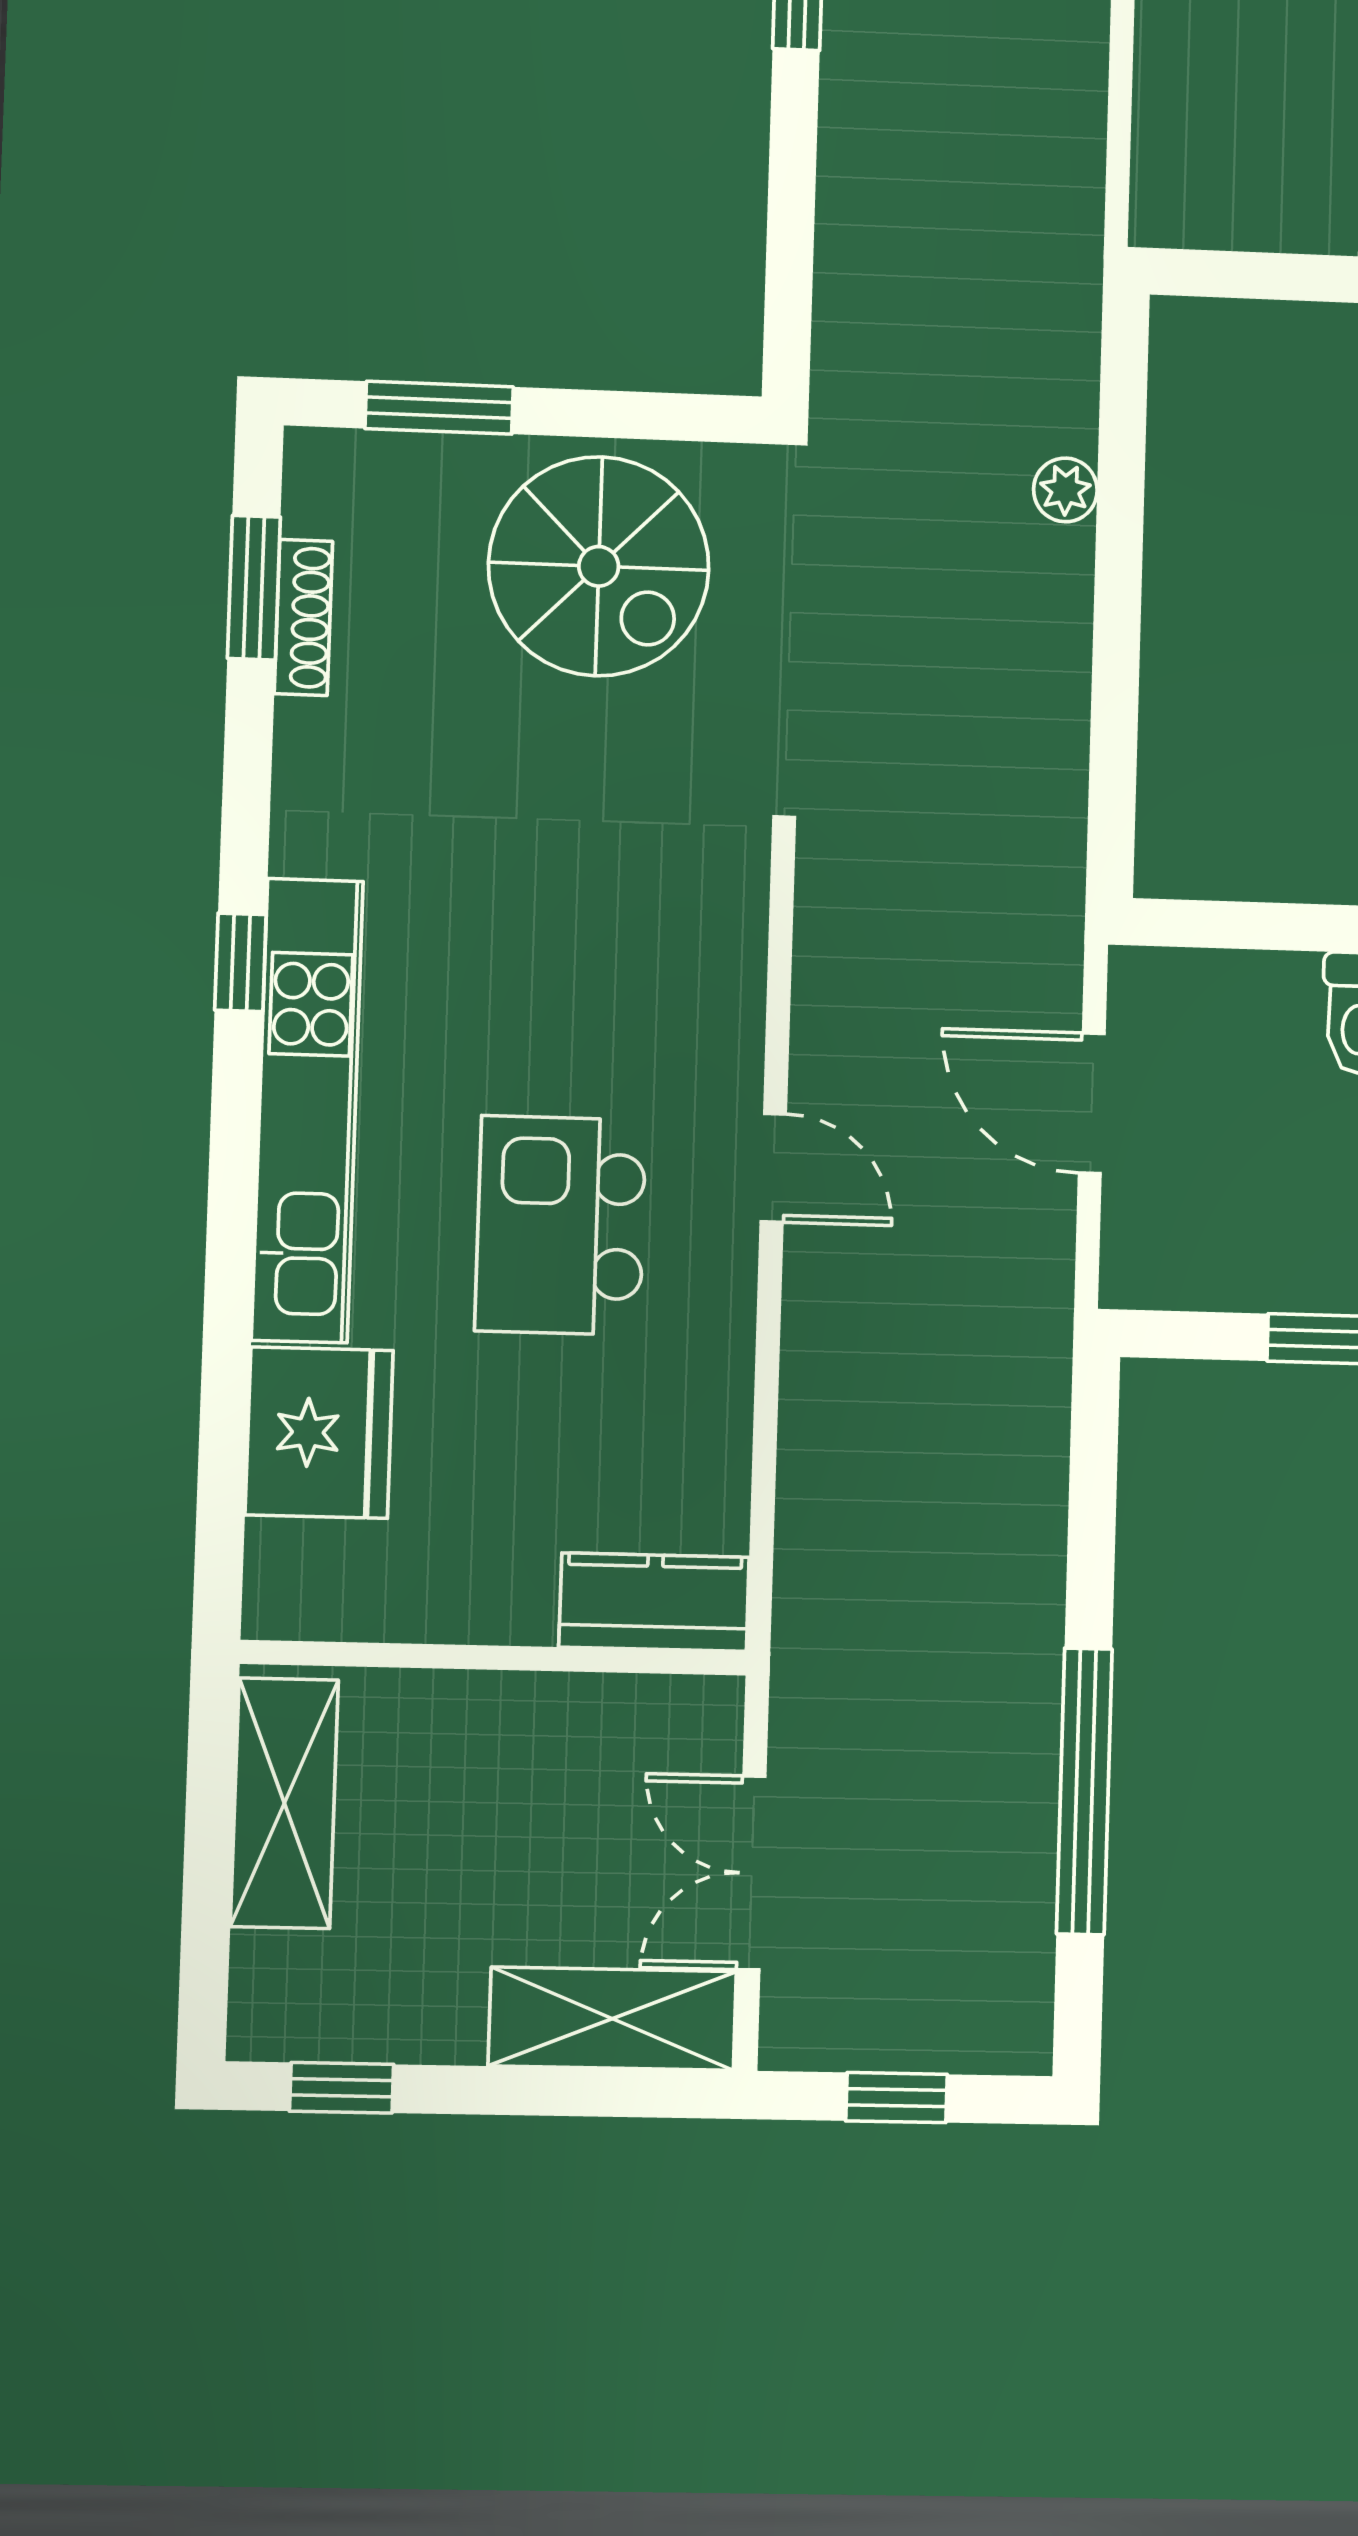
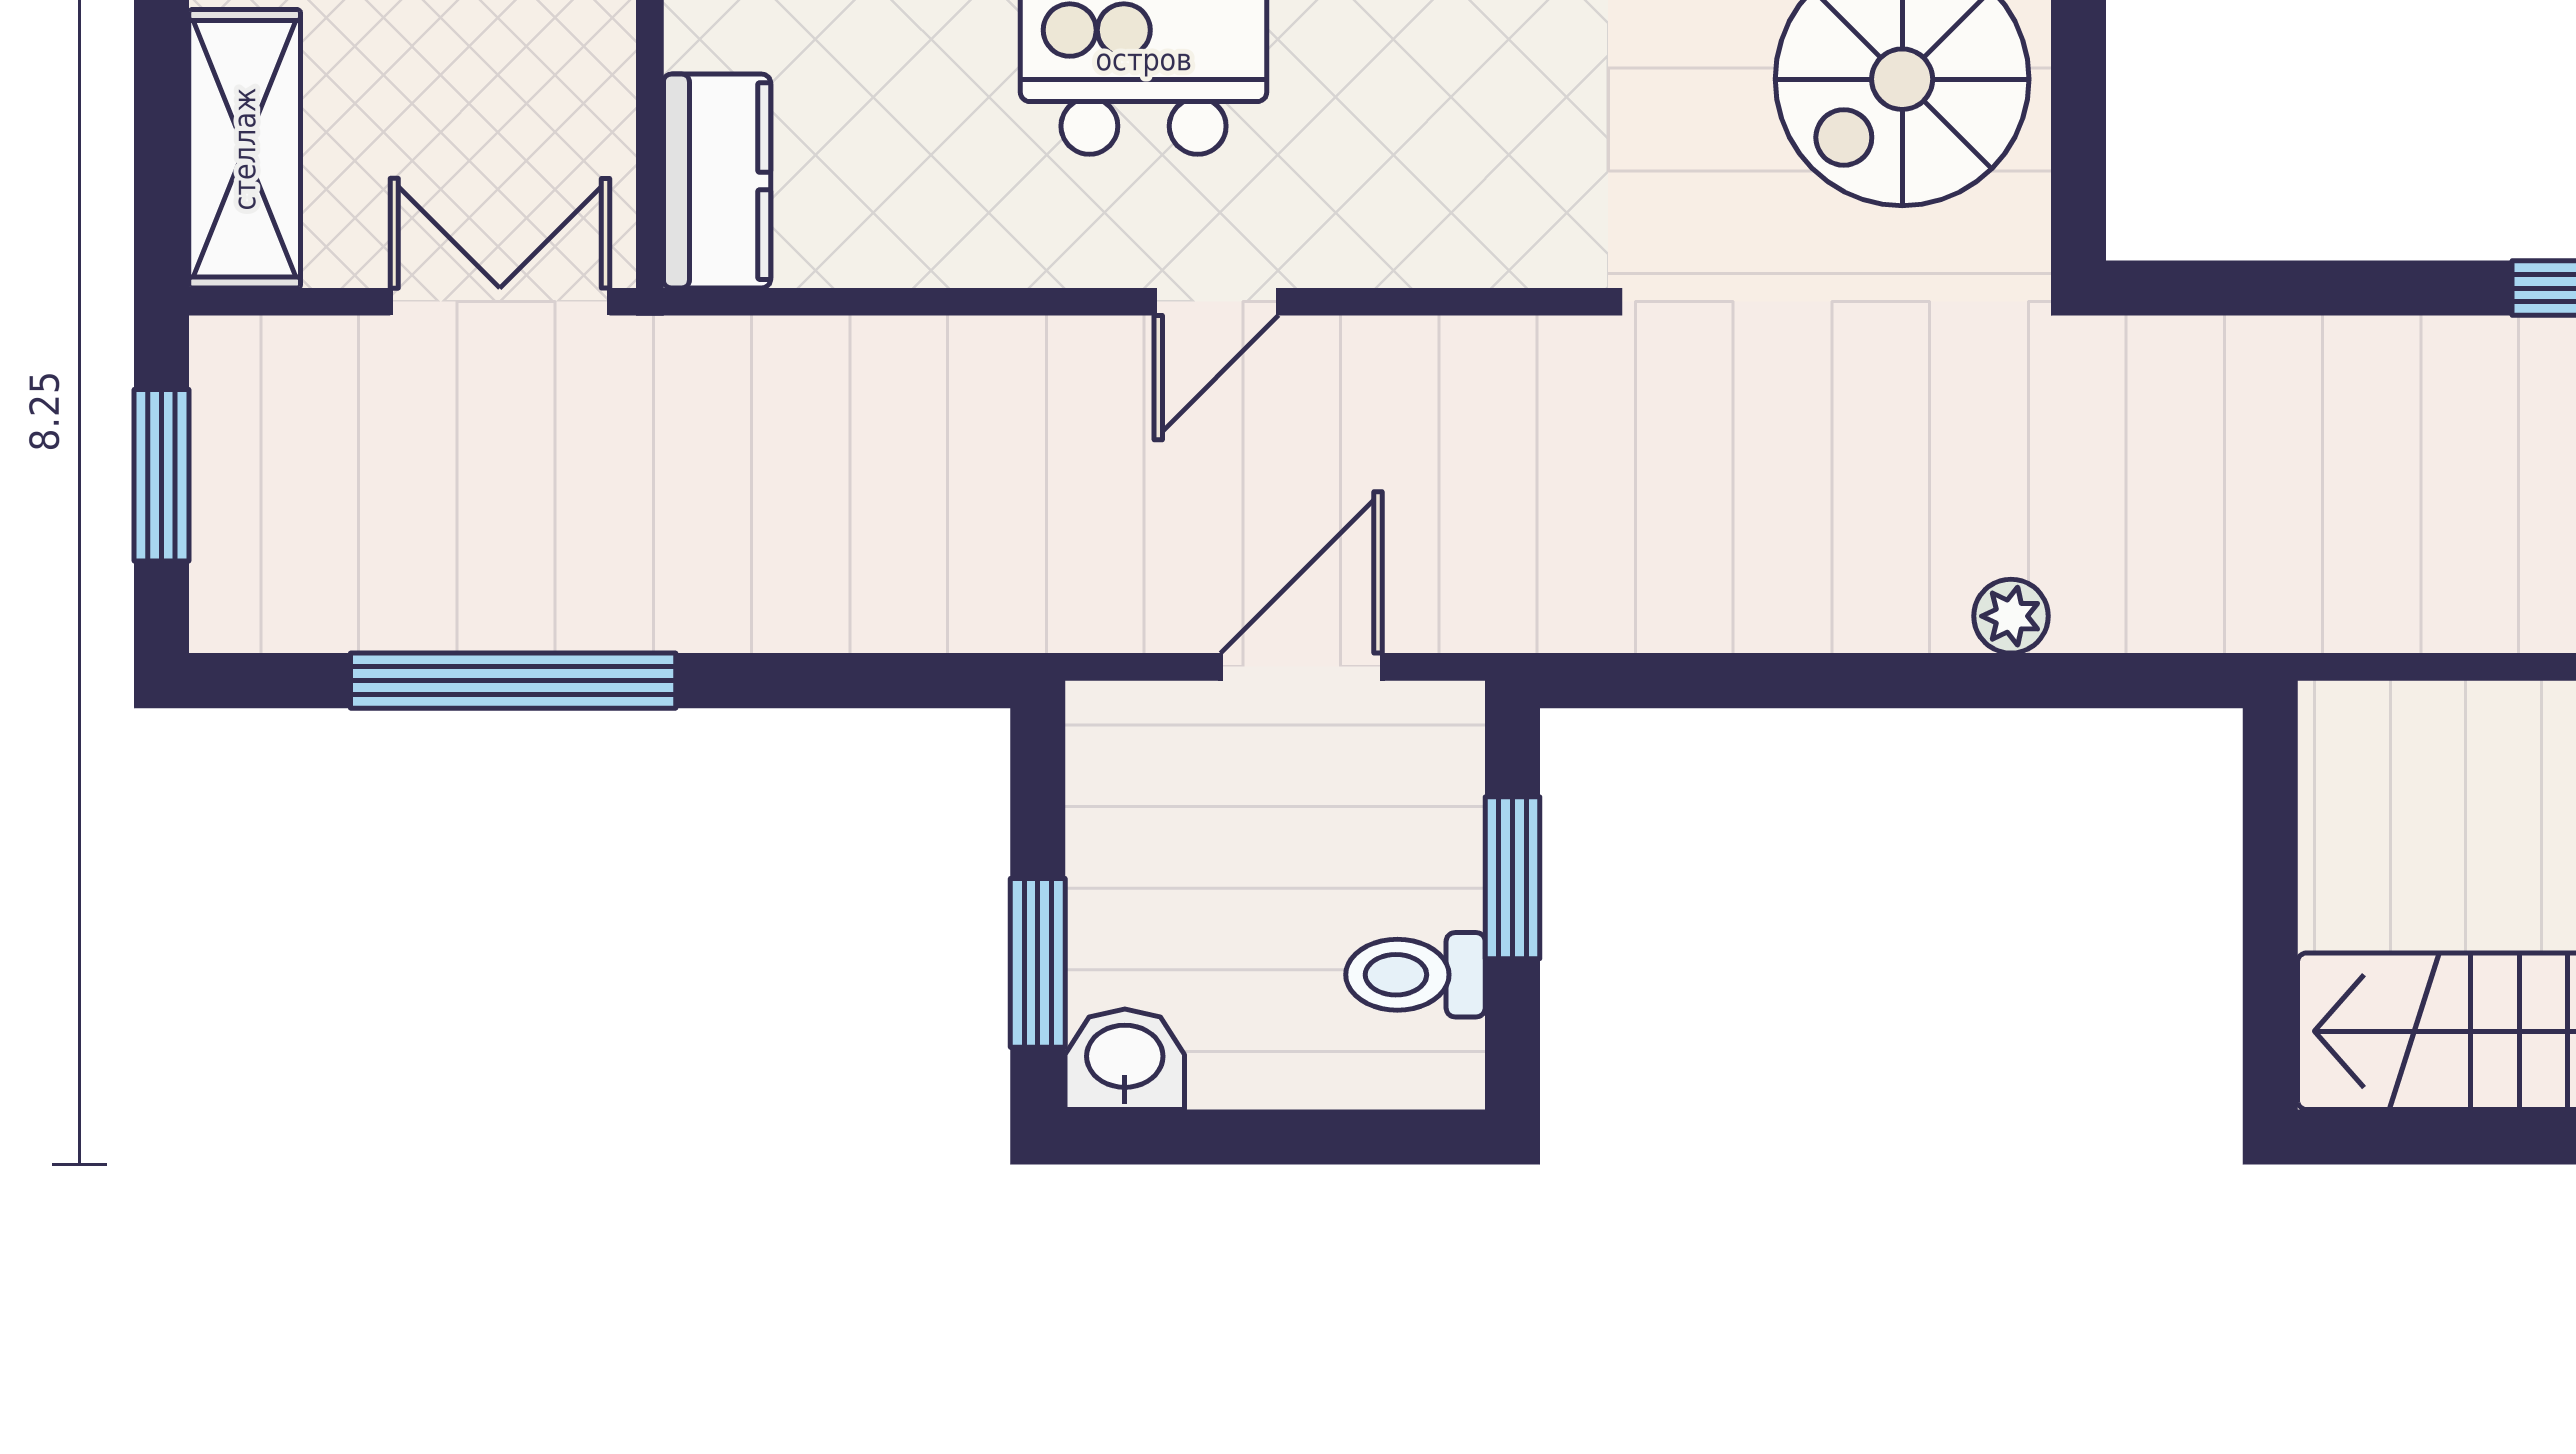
window: (1278, 926) -> (1513, 878), added
double door: (751, 1873) -> (500, 302), moved
window: (896, 2098) -> (162, 475), width x1.50

